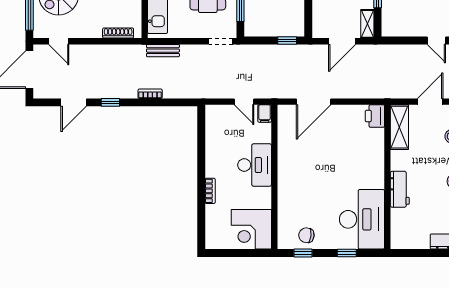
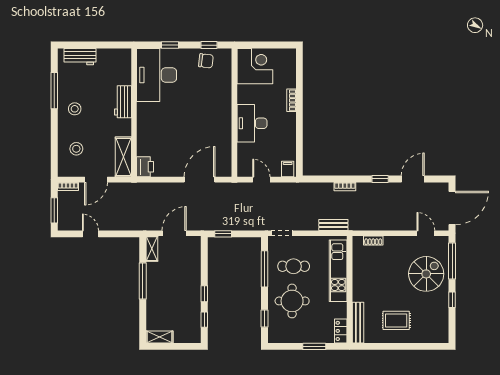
shoe rack: (118, 33) -> (373, 241), width x0.70
filing cabinet: (265, 114) -> (288, 169), moved

